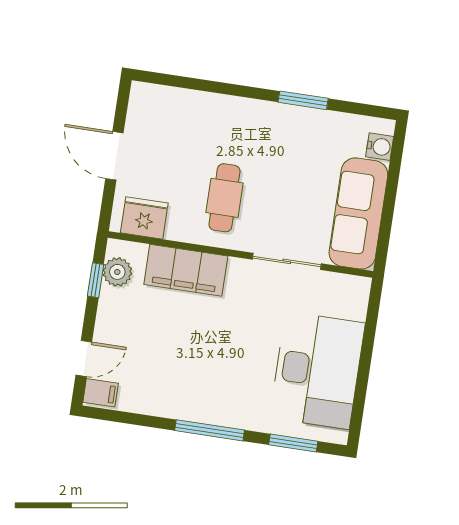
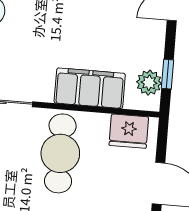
cafe table: (225, 198) -> (60, 153), width x1.37, depth x1.35

